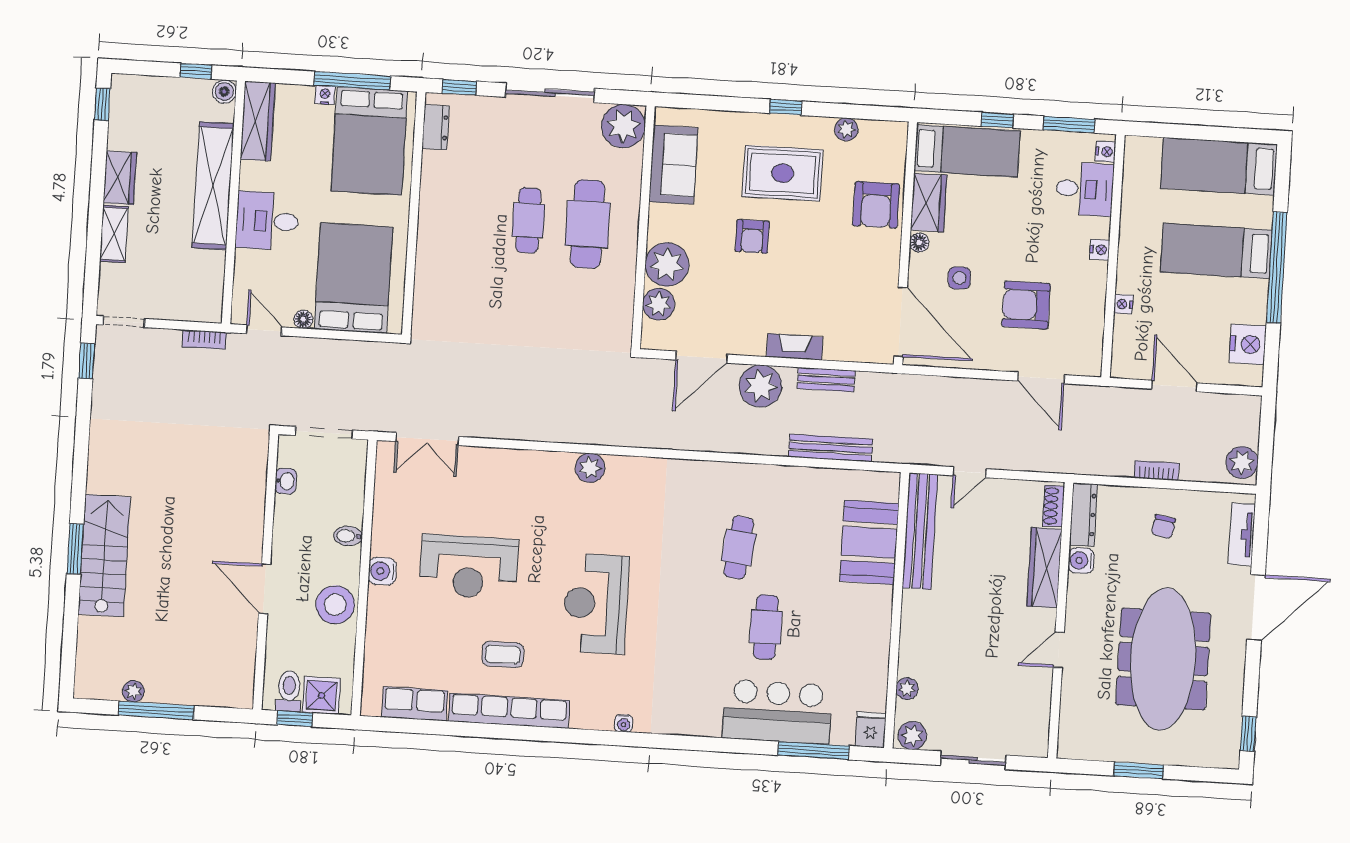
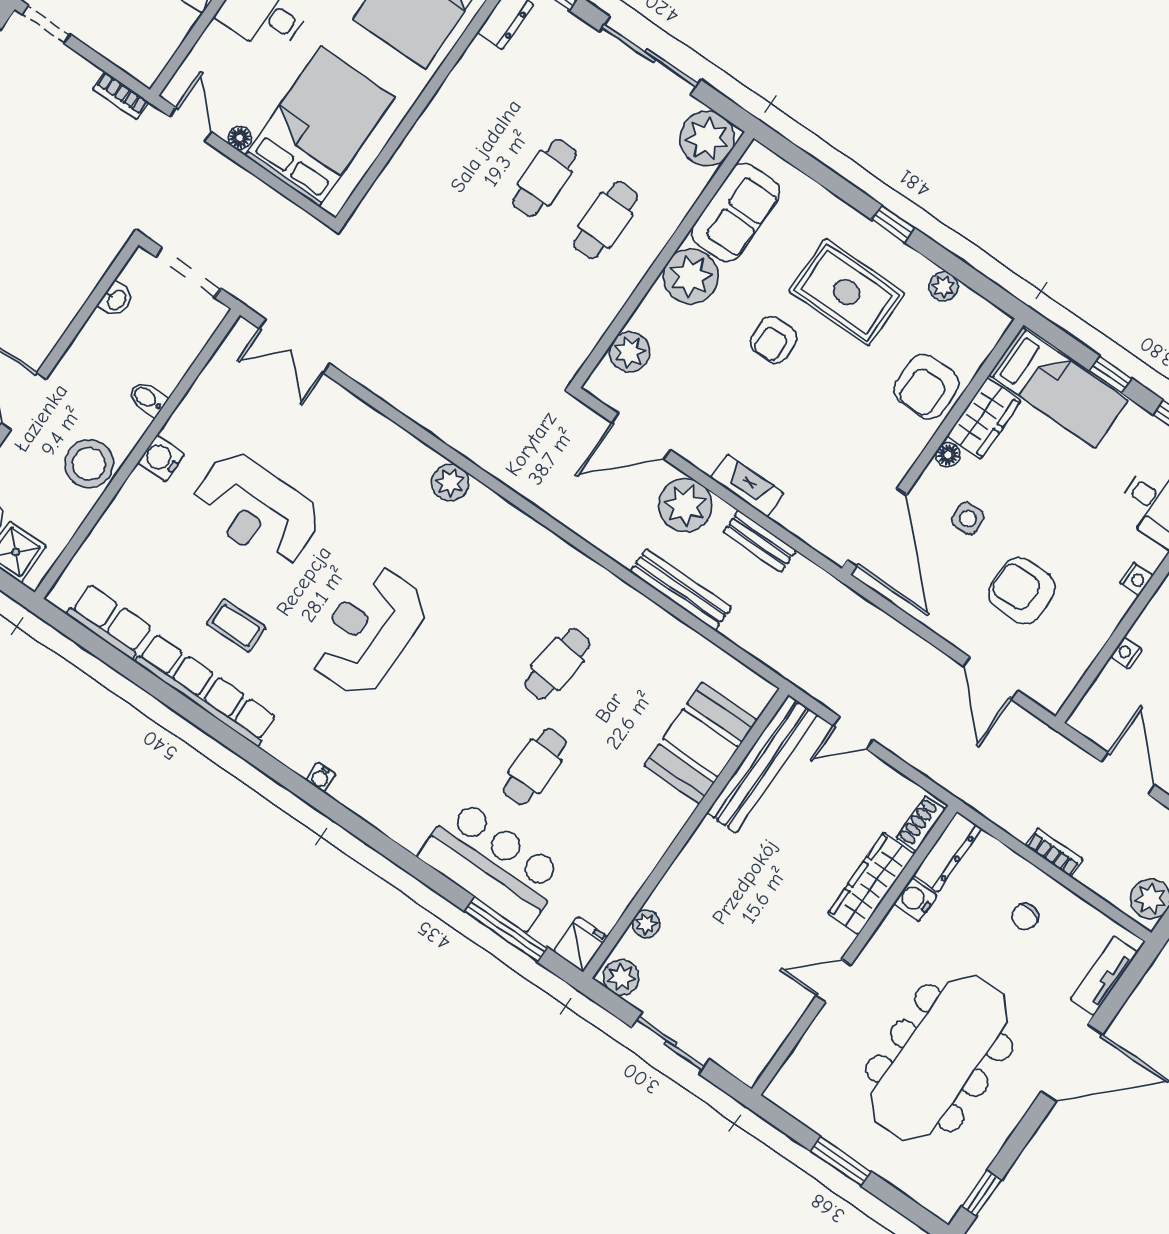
cafe table: (588, 224) -> (605, 220), width x0.73, depth x0.74
plant: (667, 264) -> (691, 276), moved
bench: (831, 448) -> (681, 590), moved

